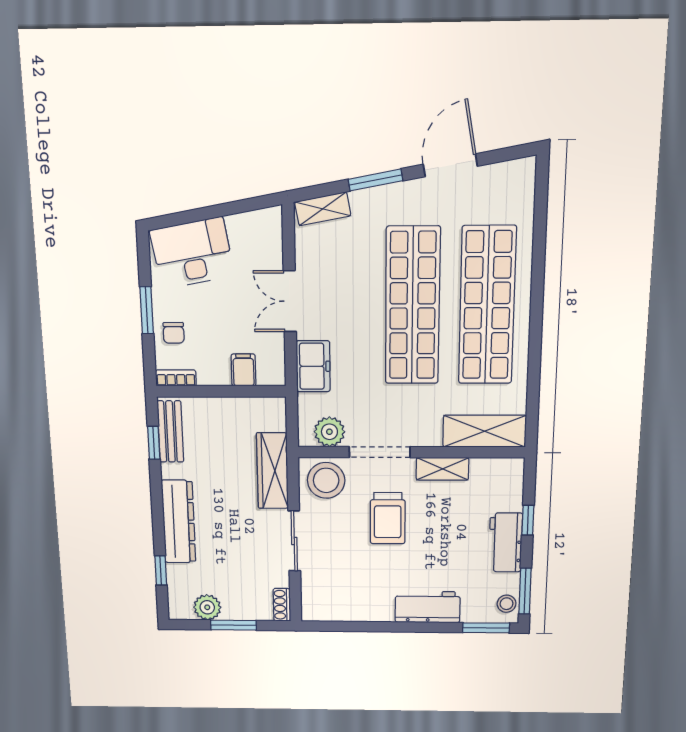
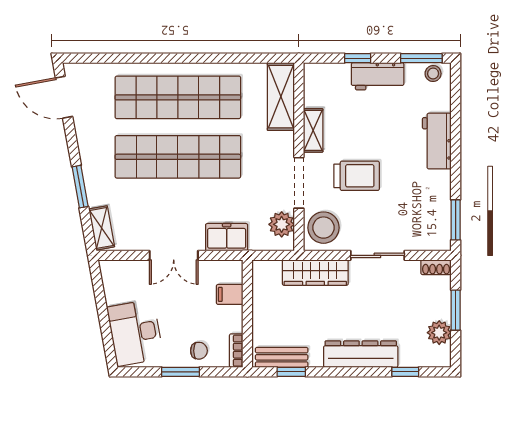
door: (450, 165) -> (64, 97), moved
window: (486, 628) -> (456, 220), moved

